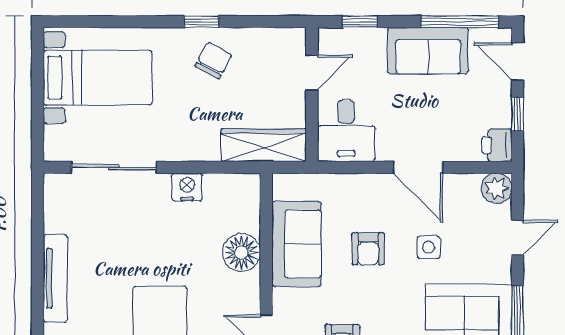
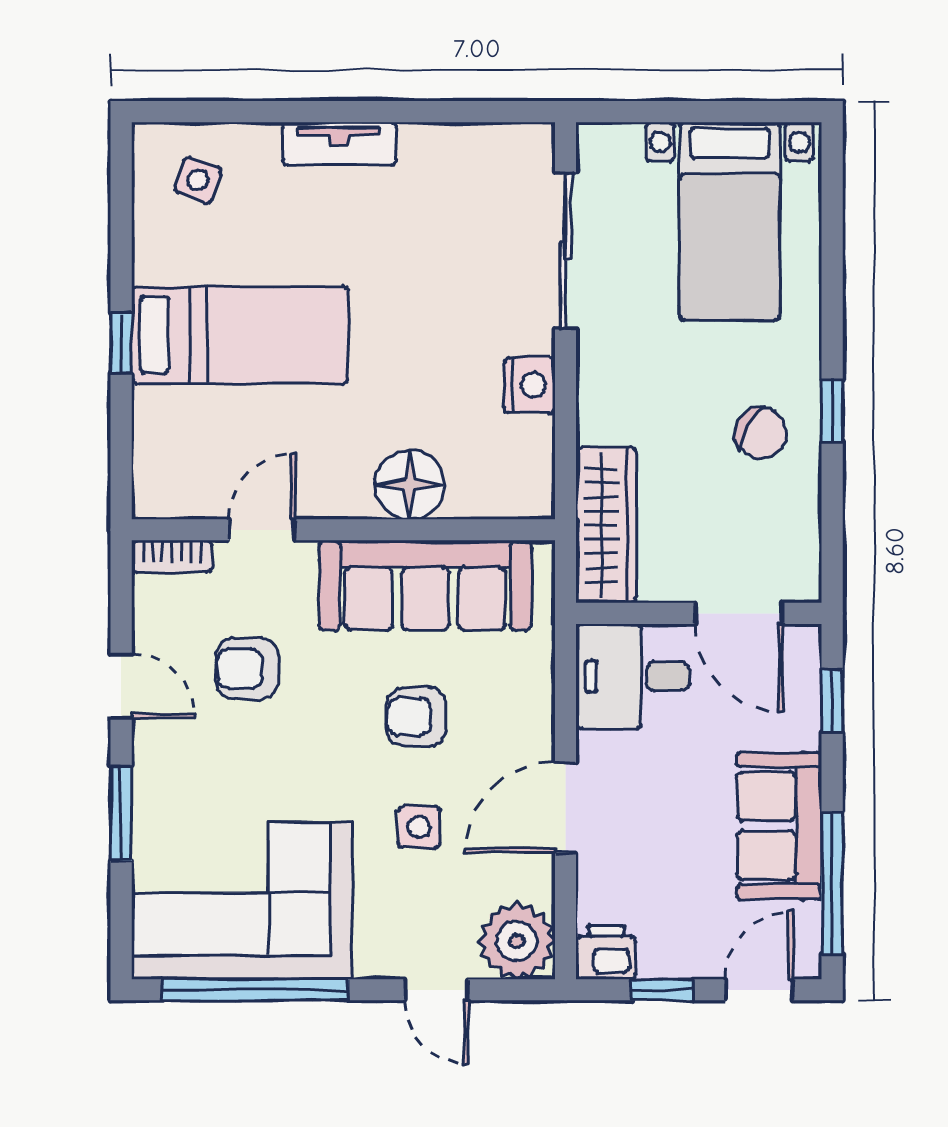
door: (312, 72) -> (739, 613), width x1.38
plant: (496, 188) -> (517, 941), width x1.36, depth x1.36
sofa: (297, 244) -> (425, 585), width x1.36
tv unit: (55, 278) -> (339, 144), width x0.71

